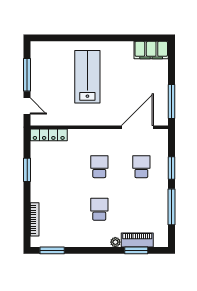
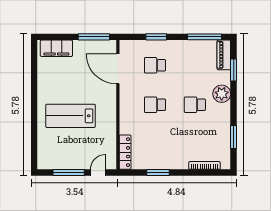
filing cabinet: (151, 50) -> (56, 48), moved, turned 90
window: (172, 207) -> (205, 37), moved
piano: (137, 240) -> (224, 55), moved
plant: (115, 242) -> (222, 94), width x1.88, depth x1.88
window: (52, 250) -> (234, 137), moved

